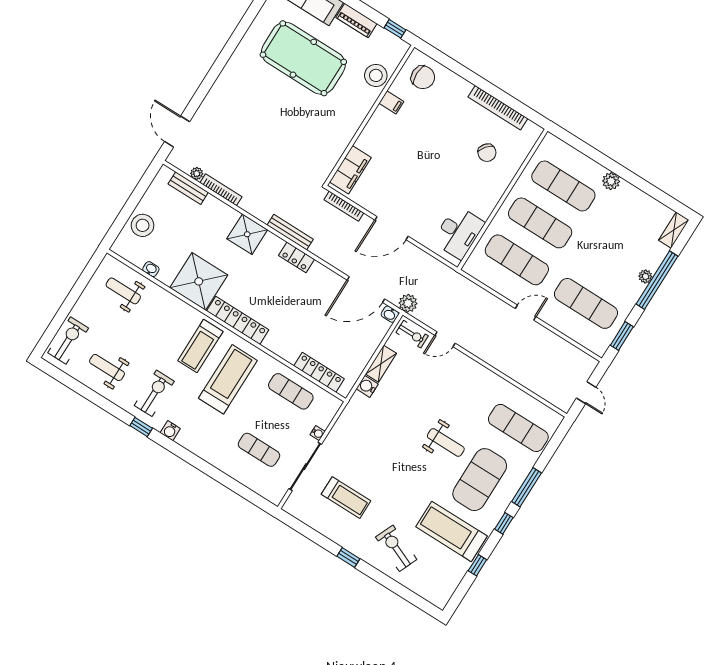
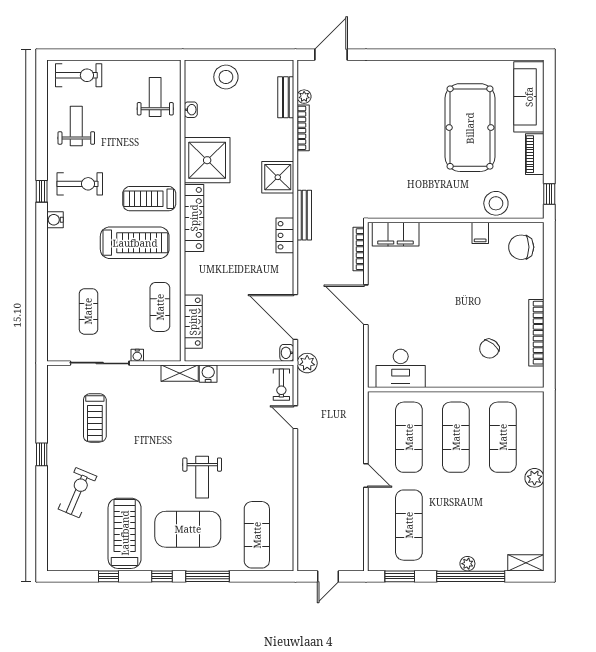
chair: (423, 77) -> (521, 247), turned 90
shelving: (381, 364) -> (180, 373), moved

